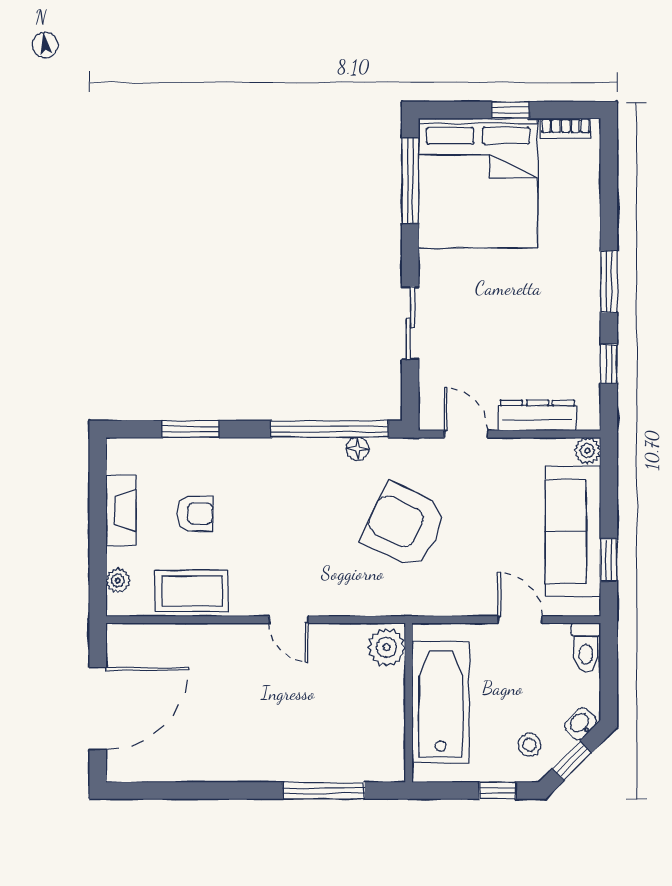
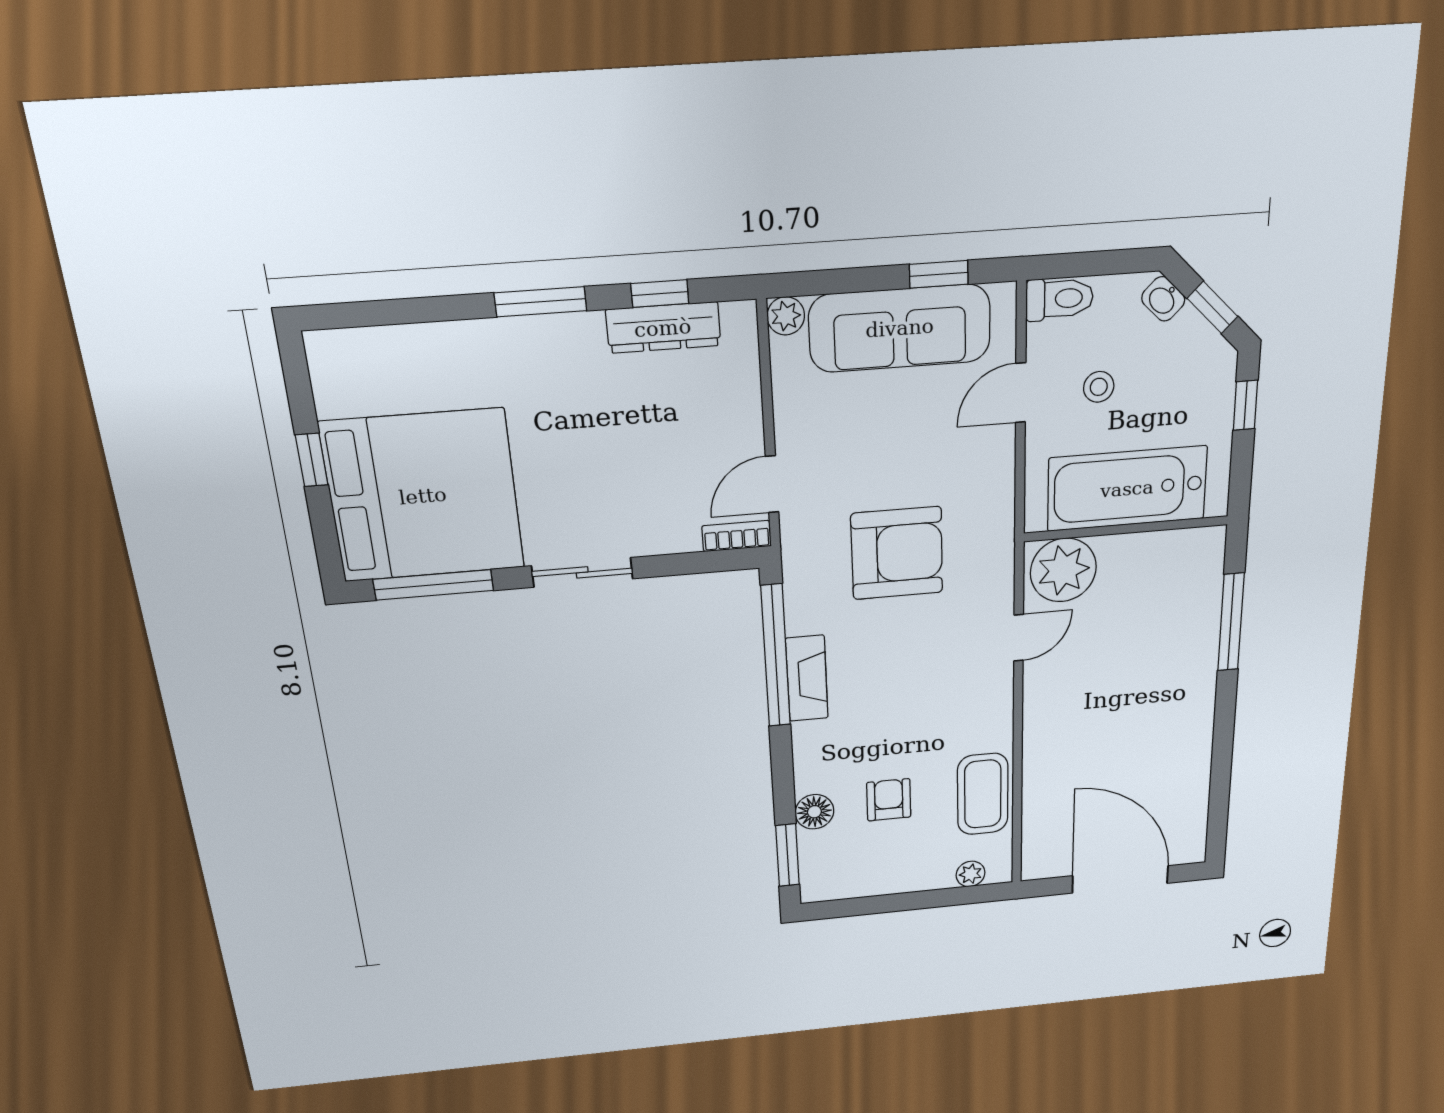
bookcase: (566, 128) -> (737, 536), moved, turned -90
sliding door: (410, 323) -> (582, 572), moved
dresser: (537, 415) -> (663, 328), moved, turned -90
window: (191, 429) -> (788, 855), moved
floor lamp: (358, 449) -> (814, 812), moved, width x1.37, depth x1.37
fireplace: (121, 510) -> (807, 678), moved, turned 90
armchair: (404, 525) -> (897, 553), turned -116
door: (289, 620) -> (1019, 638), moved
plant: (386, 647) -> (1063, 570), width x1.36, depth x1.36
stool: (529, 745) -> (1099, 387), moved

